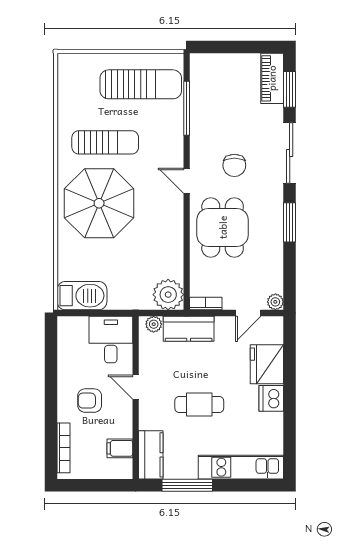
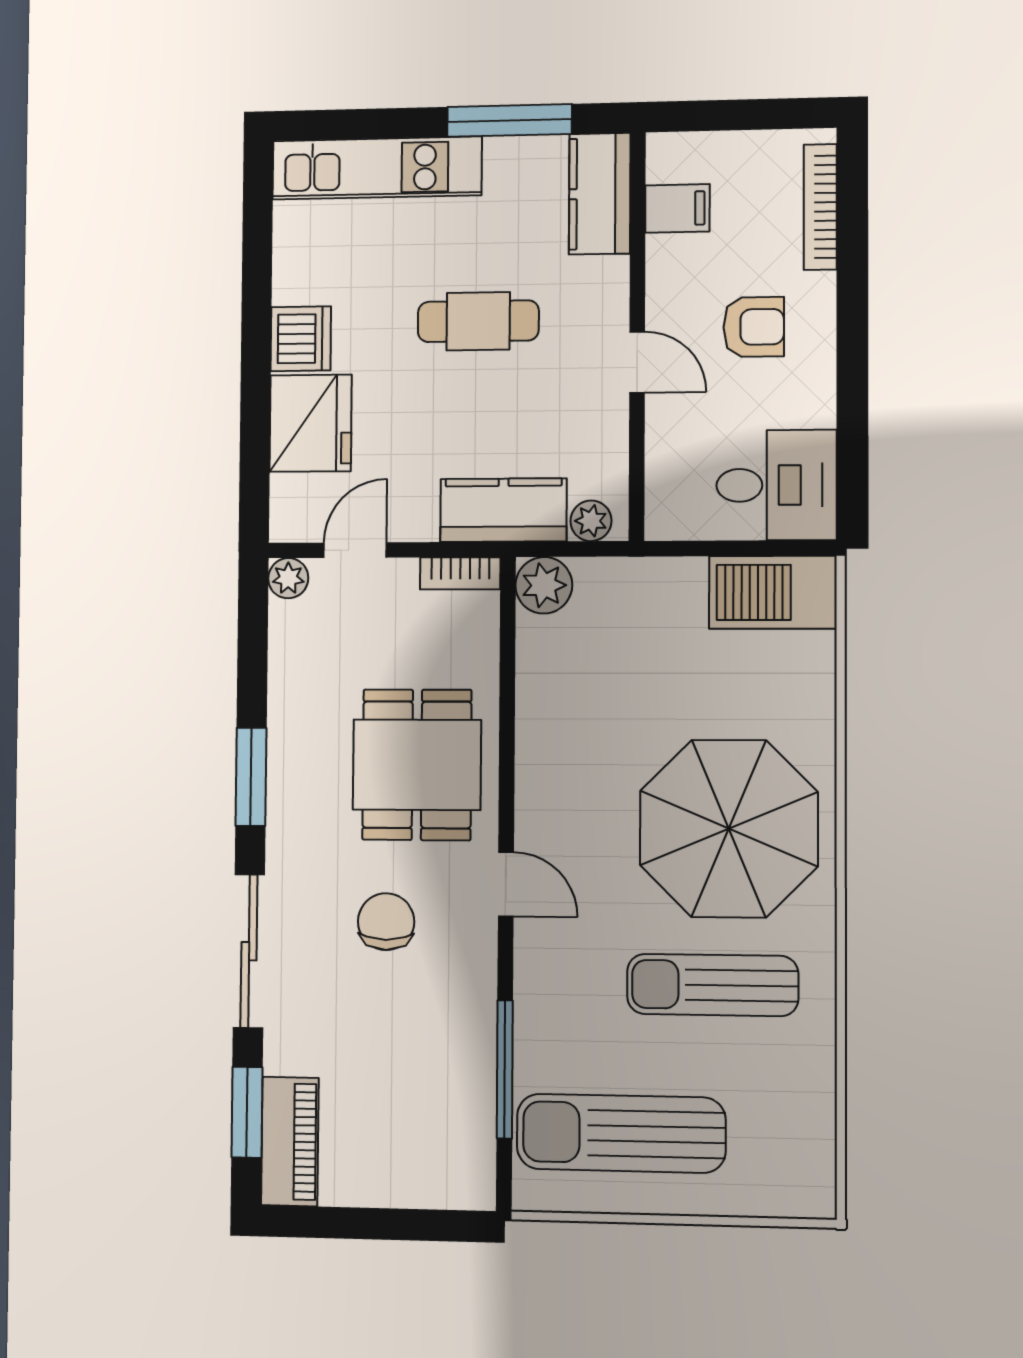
plant: (168, 295) -> (544, 585), width x0.73, depth x0.73
desk: (111, 340) -> (777, 485), moved, turned -90

